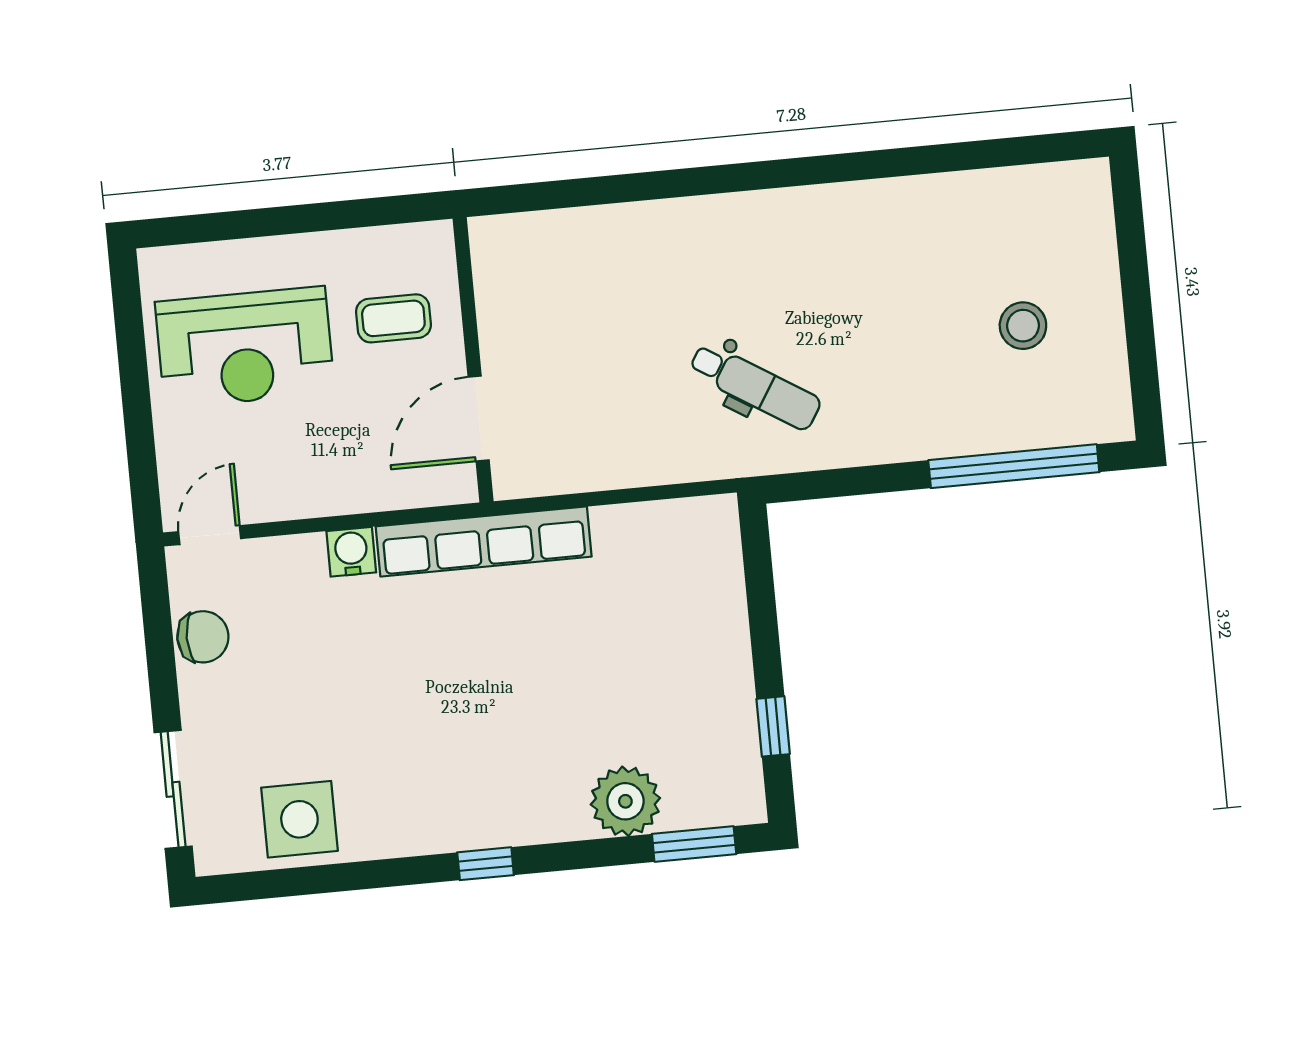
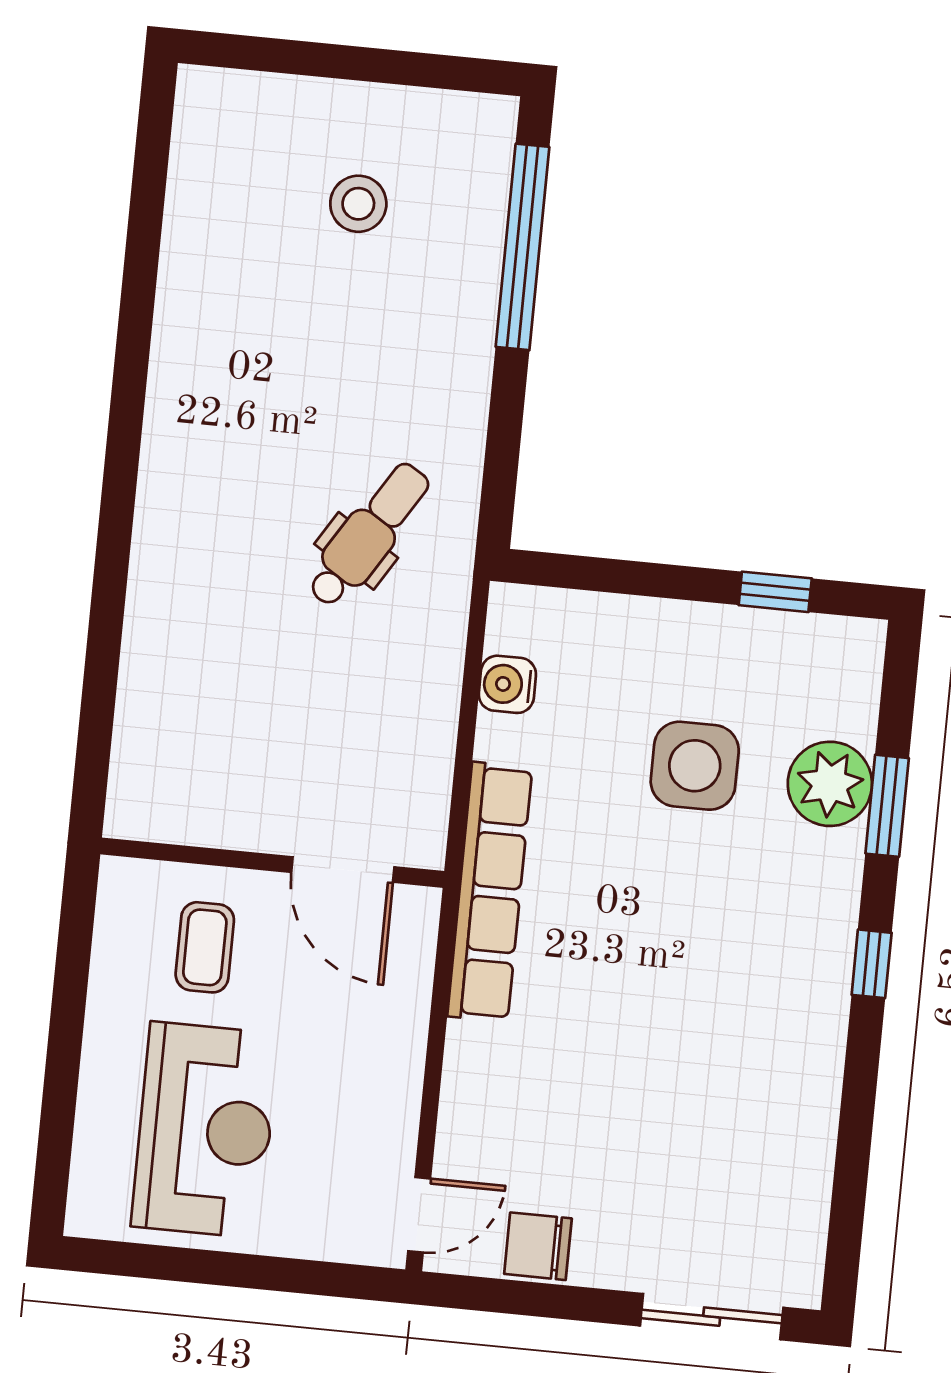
door: (210, 535) -> (419, 1215), swing flipped
water cooler: (351, 552) -> (507, 684), moved
chair: (203, 637) -> (538, 1246), turned -90
side table: (299, 819) -> (695, 766), moved
window: (694, 844) -> (887, 806), moved

